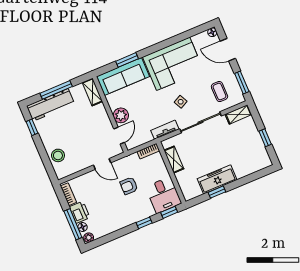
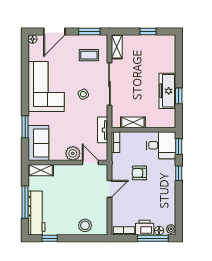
sofa: (123, 76) -> (38, 143), width x0.73
tv unit: (165, 130) -> (103, 130), moved
armchair: (129, 186) -> (139, 173), turned 90

